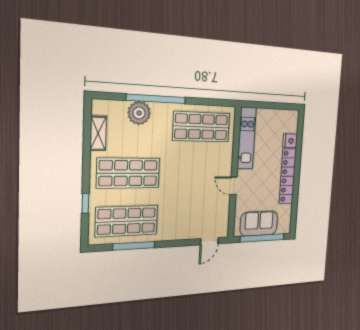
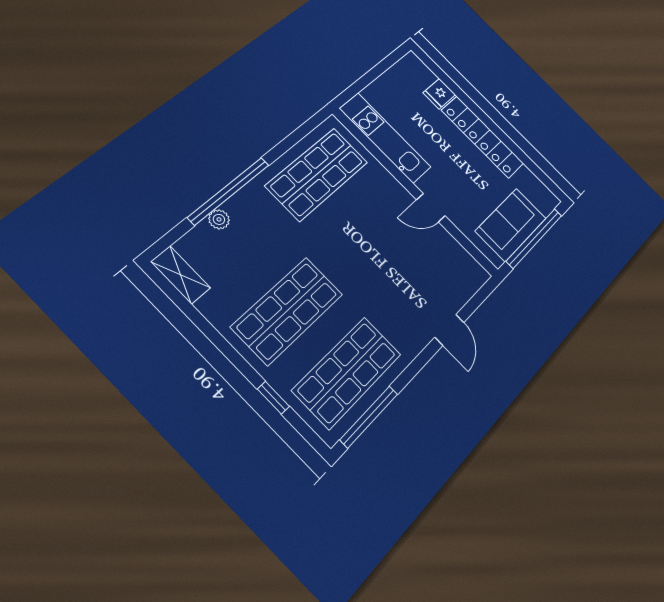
plant: (139, 113) -> (219, 219), width x0.53, depth x0.53
shelving: (98, 133) -> (181, 275), moved
door: (209, 241) -> (449, 330), moved
window: (134, 246) -> (369, 417), moved

